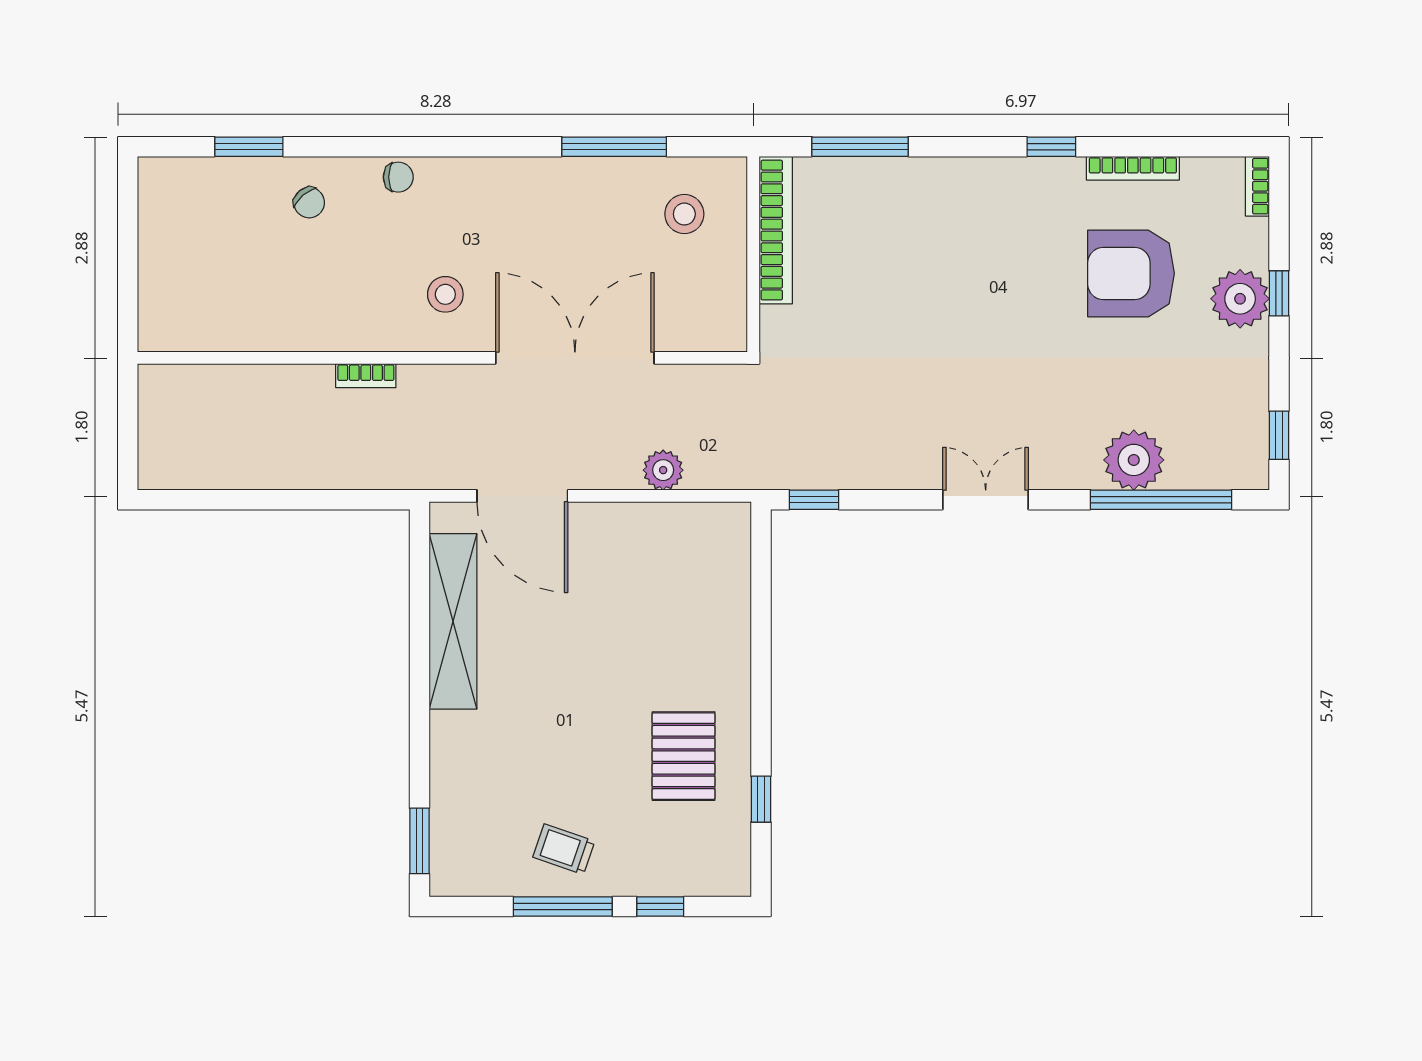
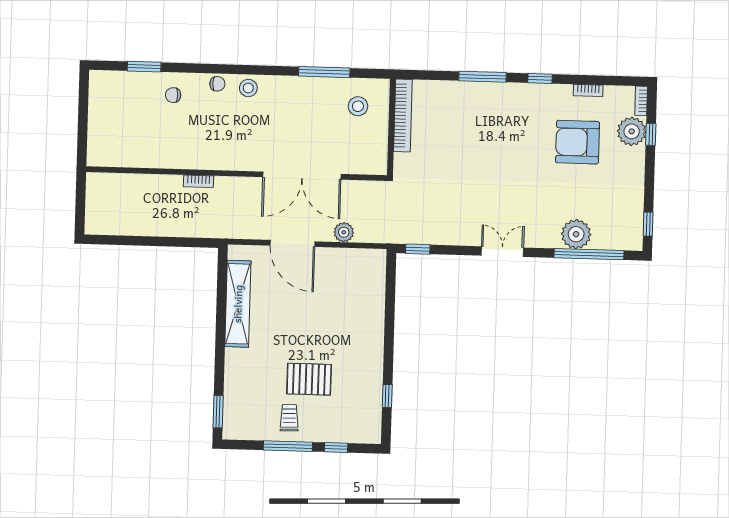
window: (860, 147) -> (482, 77), moved
bookcase: (1133, 168) -> (588, 90), width x0.64
chair: (309, 203) -> (173, 95), turned 131
window: (1279, 293) -> (651, 134), moved
stool: (445, 294) -> (248, 88), moved
plant: (1240, 299) -> (632, 131), moved
double door: (575, 358) -> (302, 176), swing flipped
door: (522, 496) -> (292, 243), moved
pallet: (684, 756) -> (309, 379), moved, turned 90
trolley: (564, 849) -> (289, 418), turned 70

